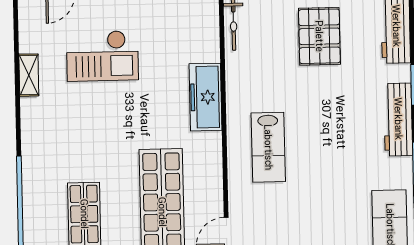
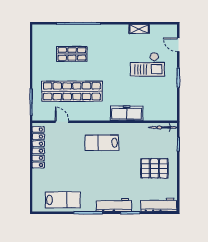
checkout: (102, 56) -> (147, 64), turned -90

